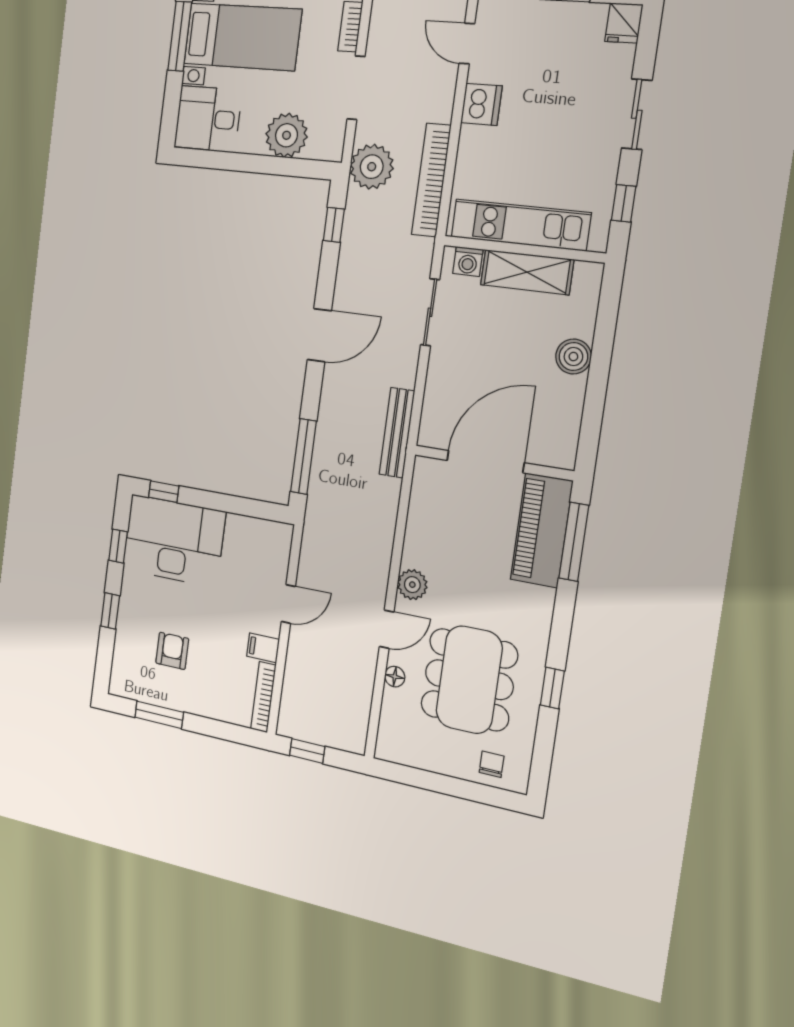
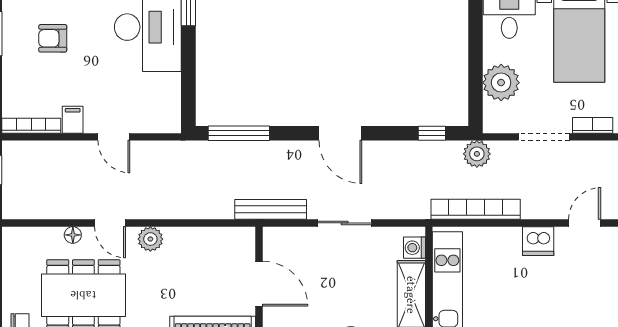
plant: (372, 167) -> (477, 154), width x0.73, depth x0.73
sliding door: (430, 312) -> (345, 223), moved
door: (485, 462) -> (259, 284), width x0.73
armchair: (172, 651) -> (53, 38), turned 180

